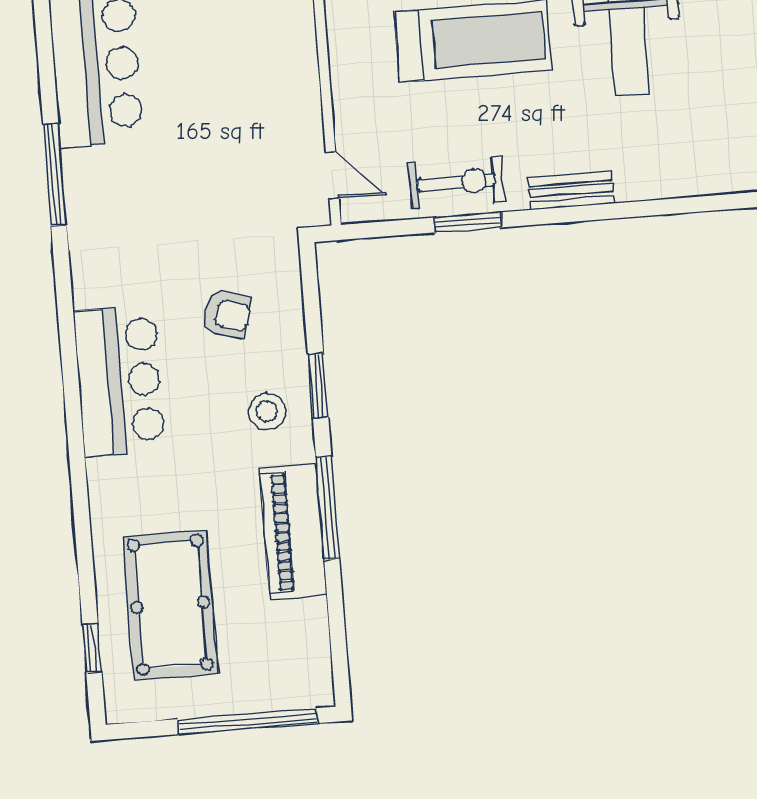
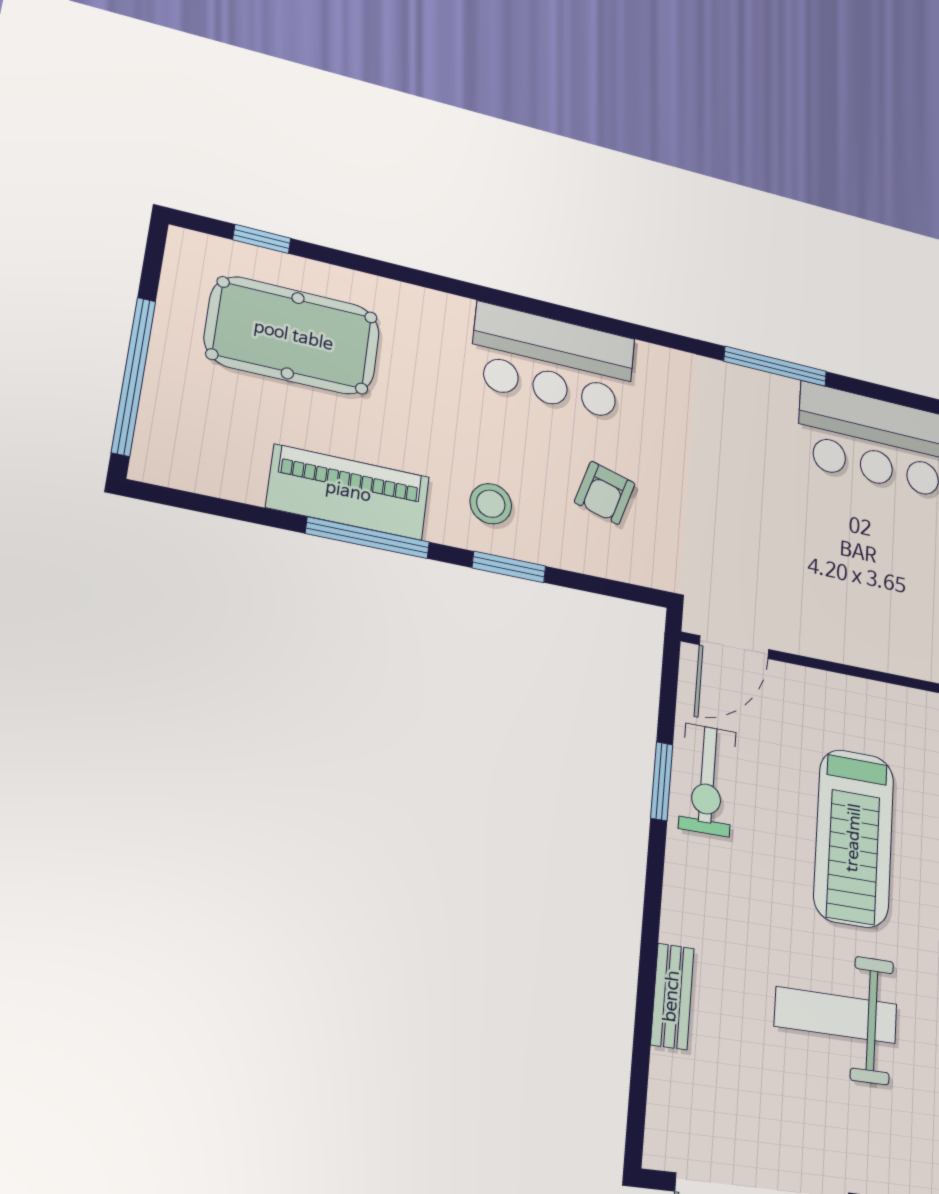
door: (332, 175) -> (734, 647), width x1.38
bench: (571, 191) -> (672, 996), moved

